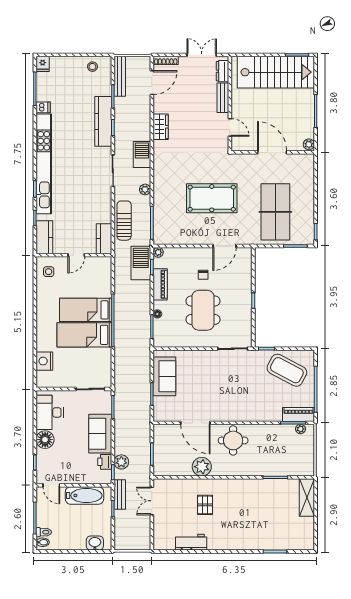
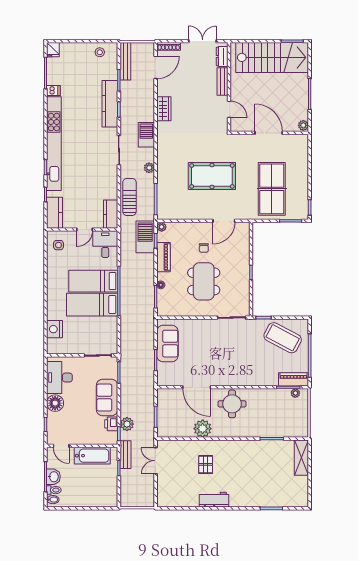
desk: (98, 271) -> (105, 244), added
workbench: (191, 542) -> (214, 500), moved
washbasin: (95, 543) -> (53, 477), moved, turned 90

